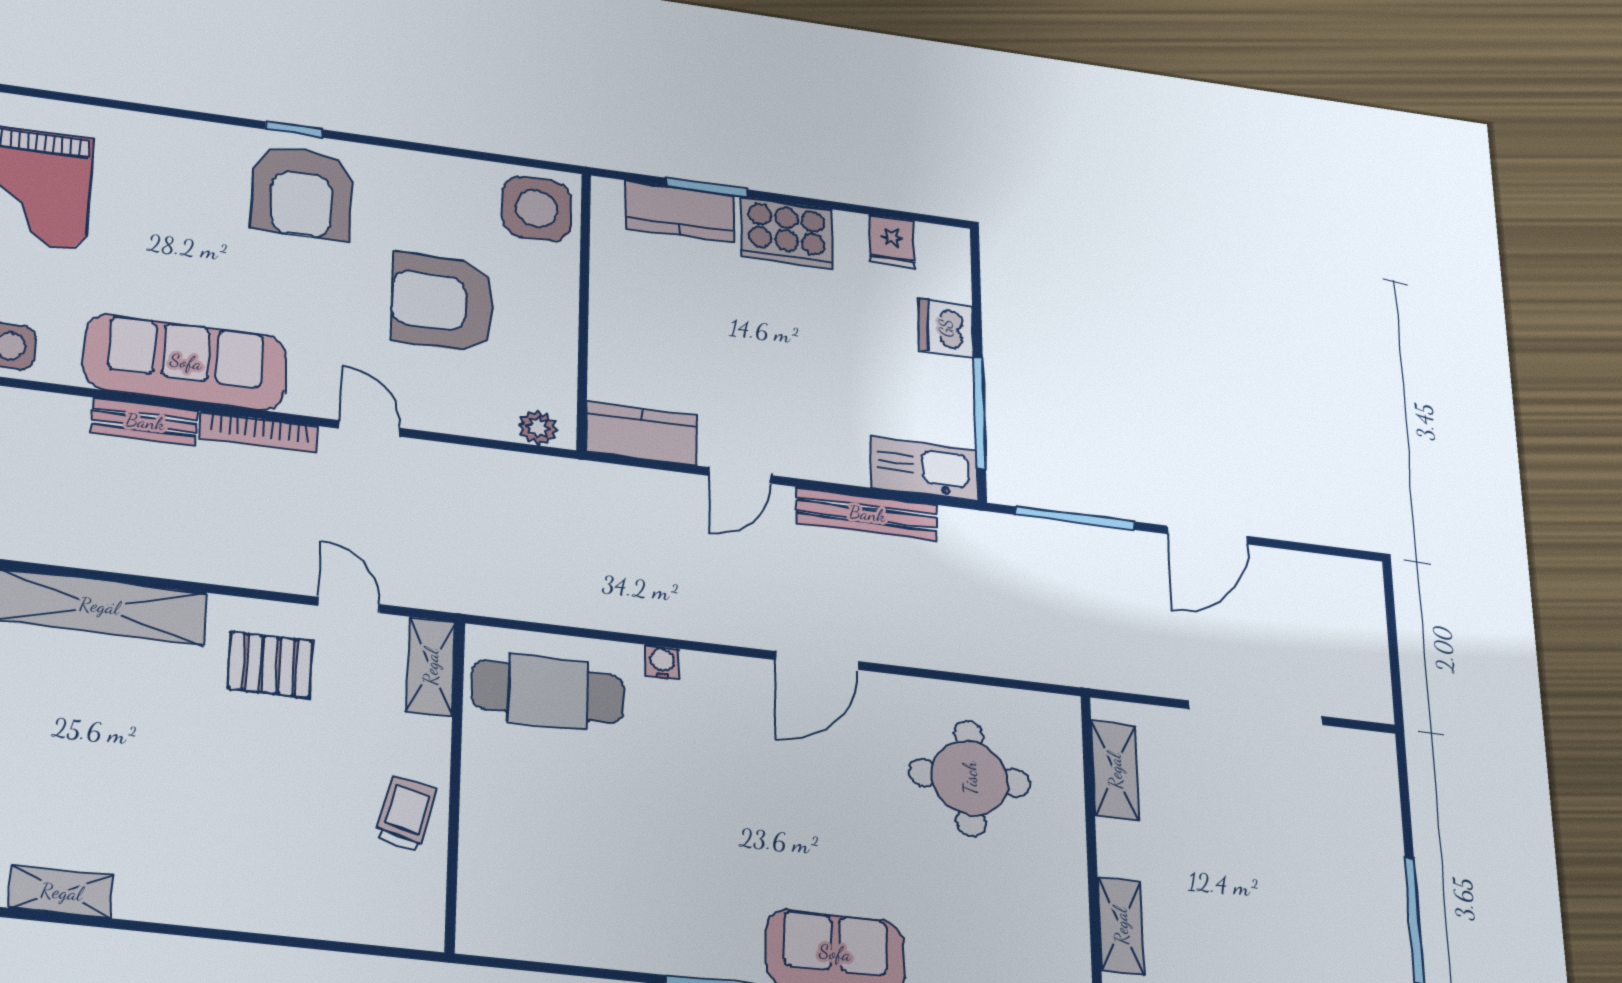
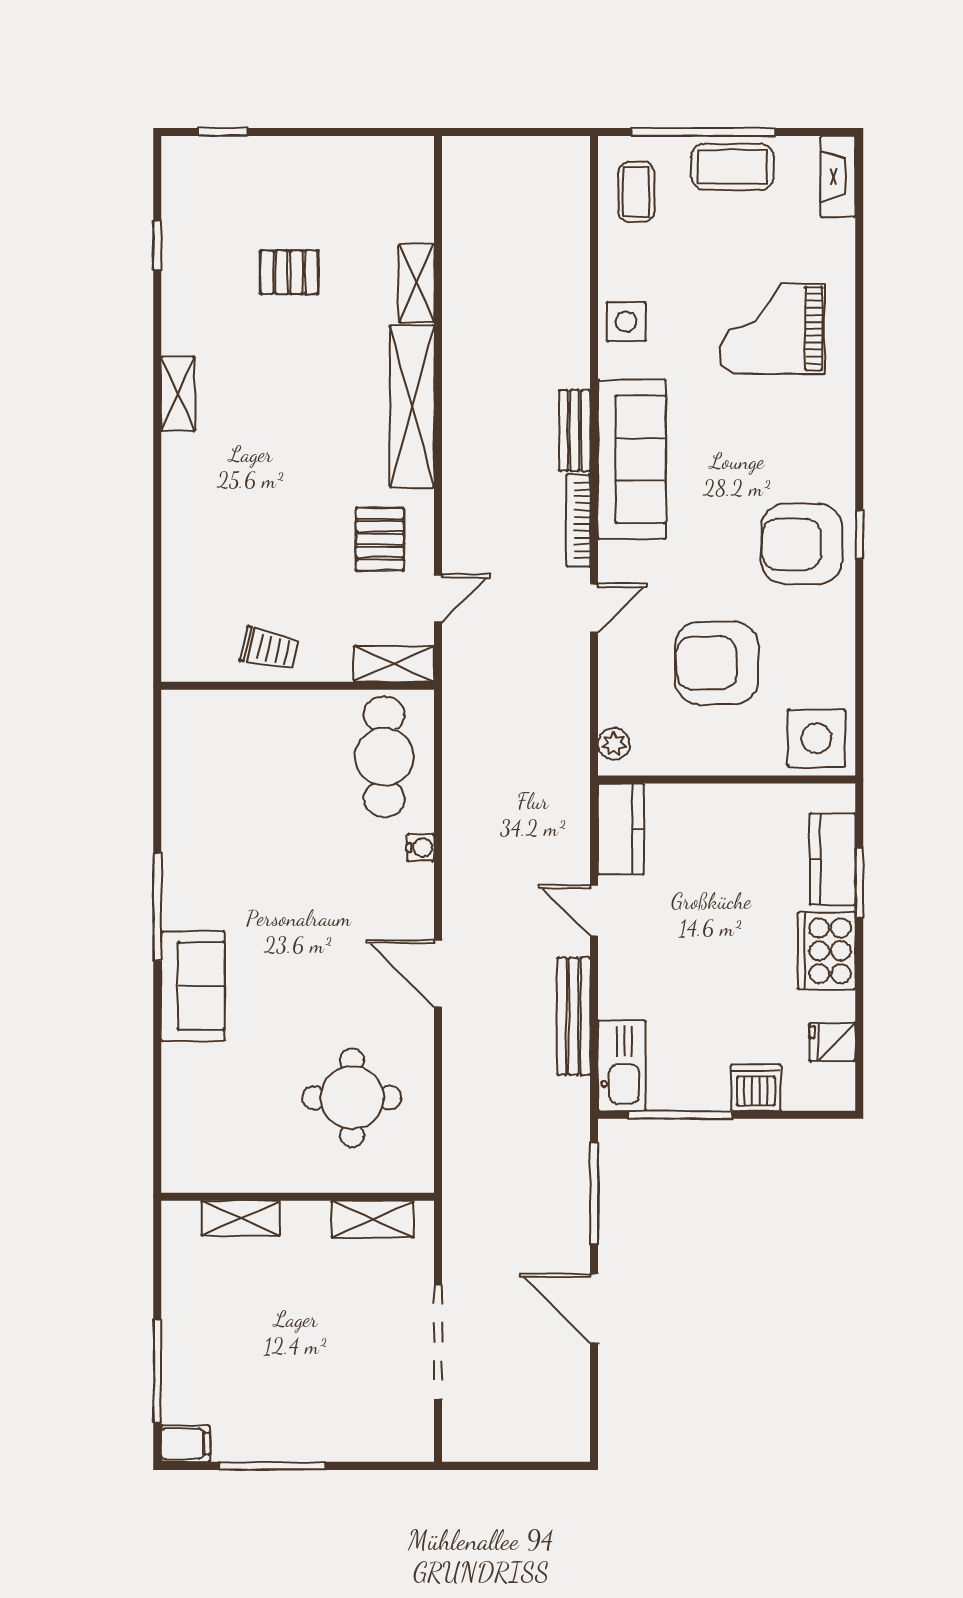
armchair: (443, 302) -> (717, 663), turned -90

